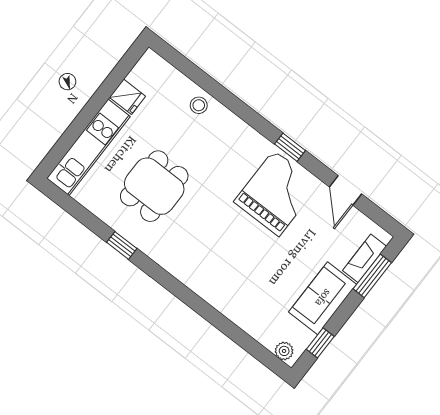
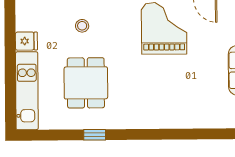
stool: (199, 105) -> (82, 26), moved

